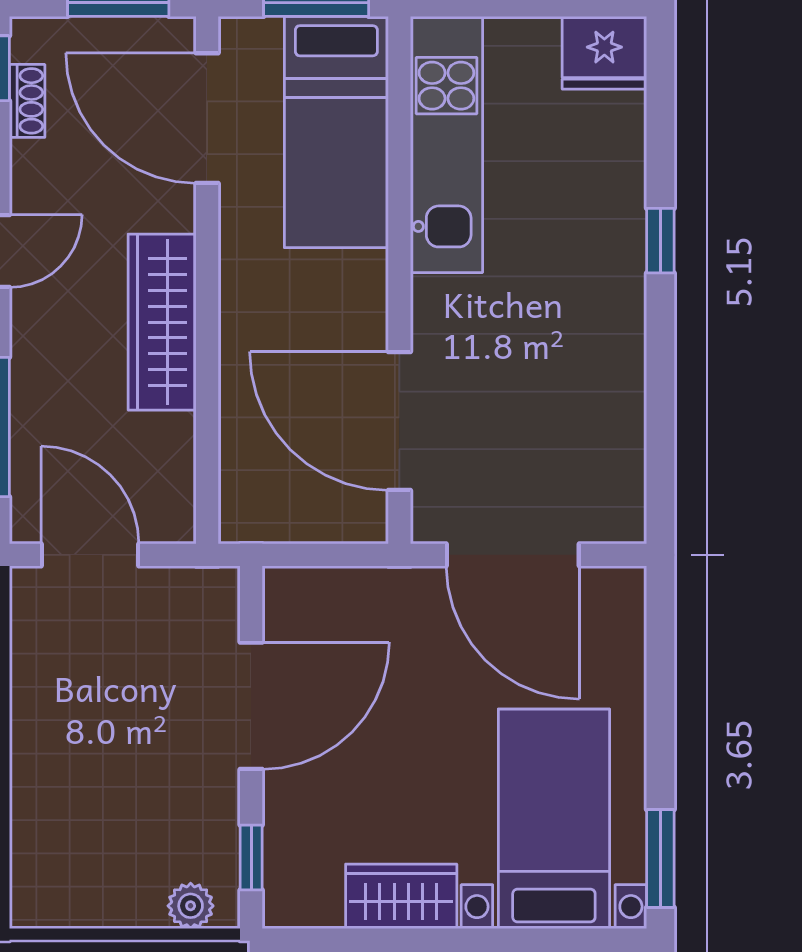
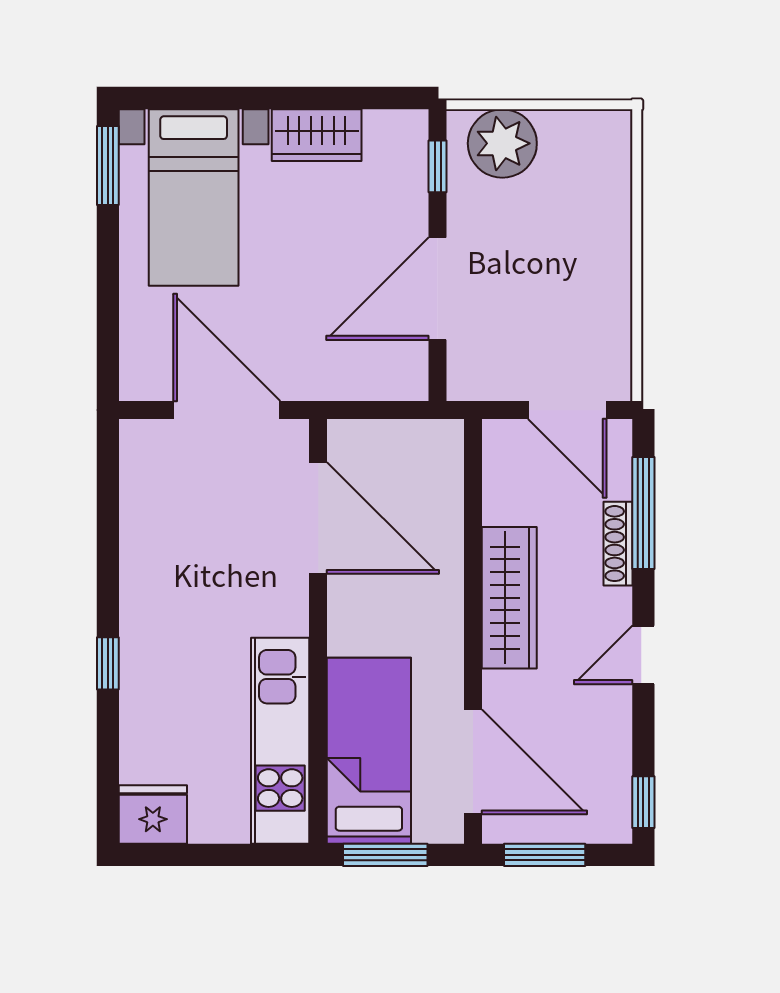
shoe rack: (27, 101) -> (618, 544), moved, width x1.43
plant: (191, 906) -> (502, 143), width x1.87, depth x1.87

